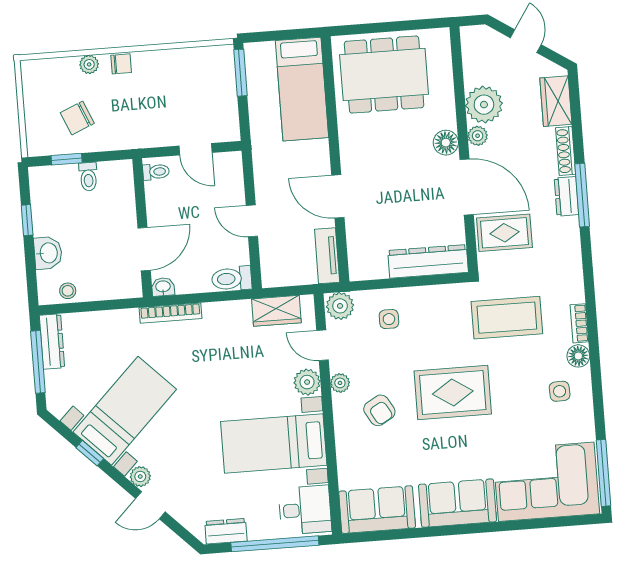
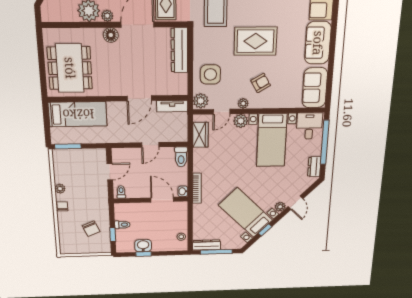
plant: (89, 64) -> (60, 189), moved
washbasin: (48, 253) -> (143, 246), moved
side table: (389, 319) -> (210, 74), width x1.87, depth x1.87
rug: (453, 392) -> (255, 41), turned 90

